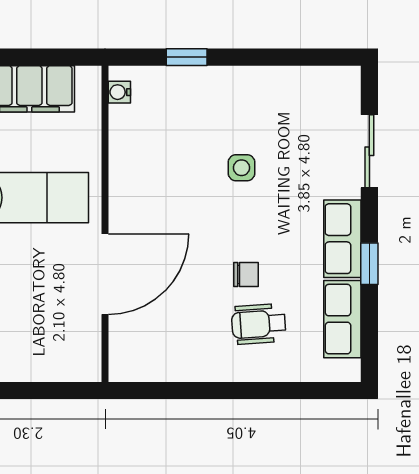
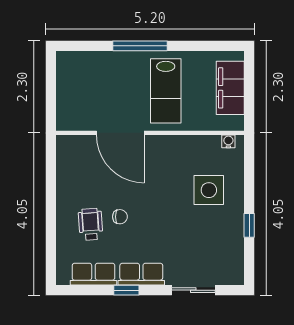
window: (187, 57) -> (249, 225), moved
side table: (241, 168) -> (209, 190), moved, width x1.87, depth x1.87
chair: (246, 275) -> (120, 217), turned -90

